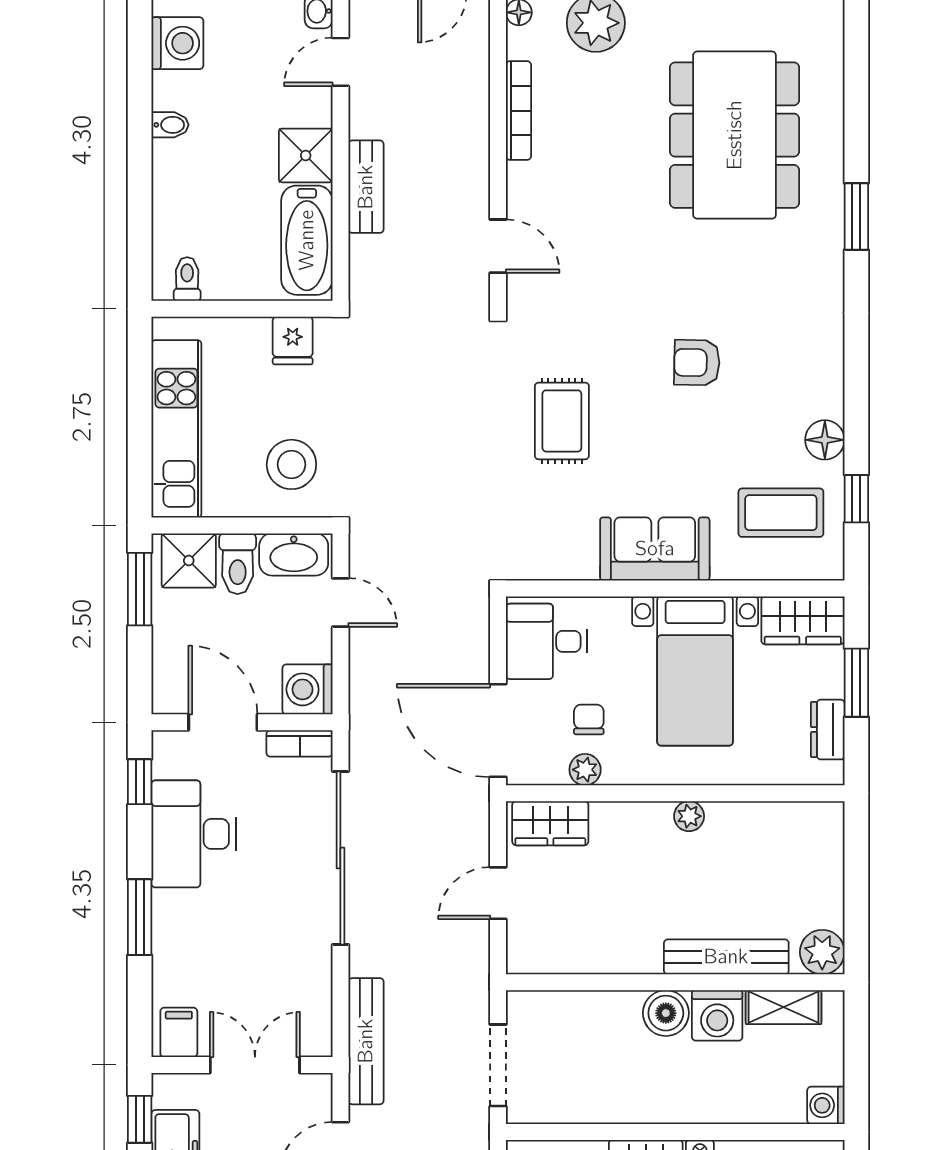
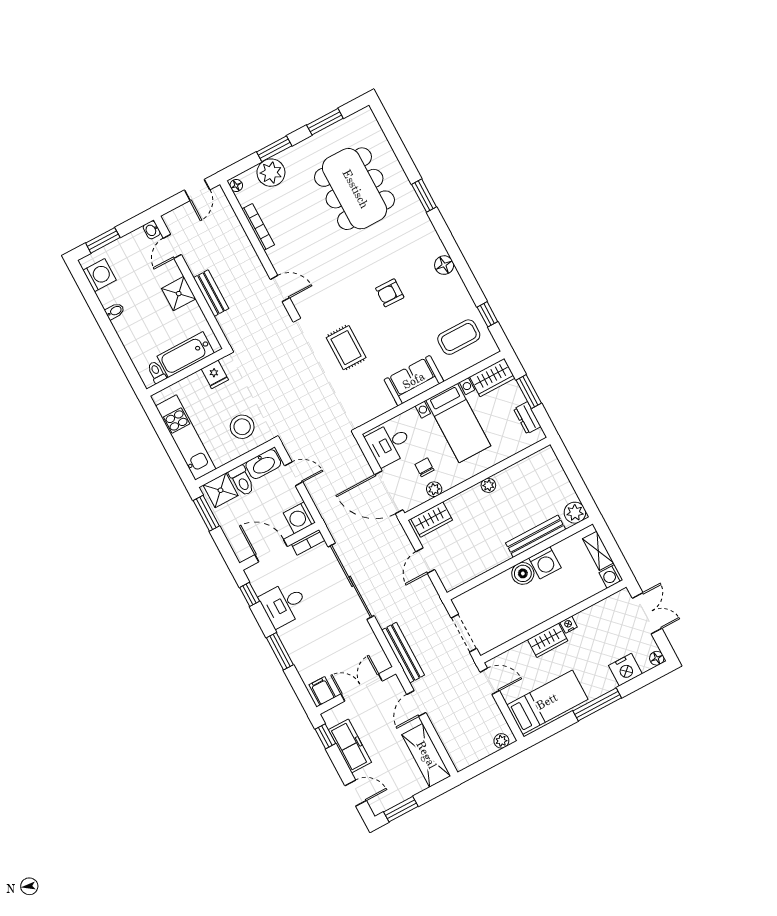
bathtub: (307, 240) -> (186, 355), moved, turned 90
floor lamp: (825, 440) -> (444, 265), moved
desk: (194, 834) -> (284, 604), width x0.73
shelving: (784, 1007) -> (598, 551), moved, turned 90

